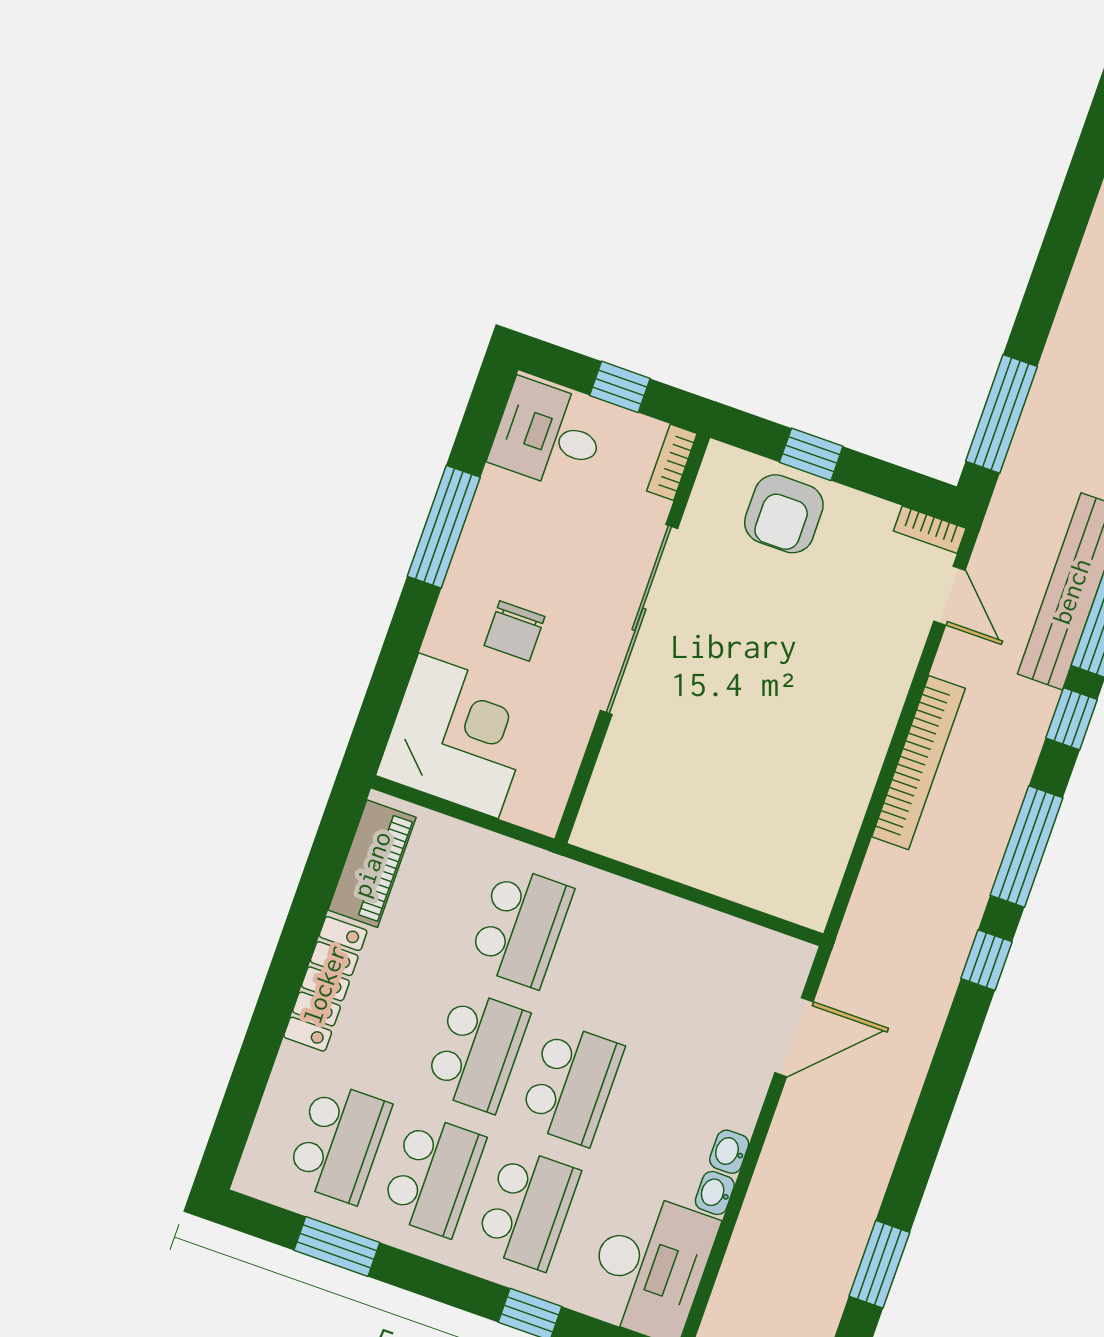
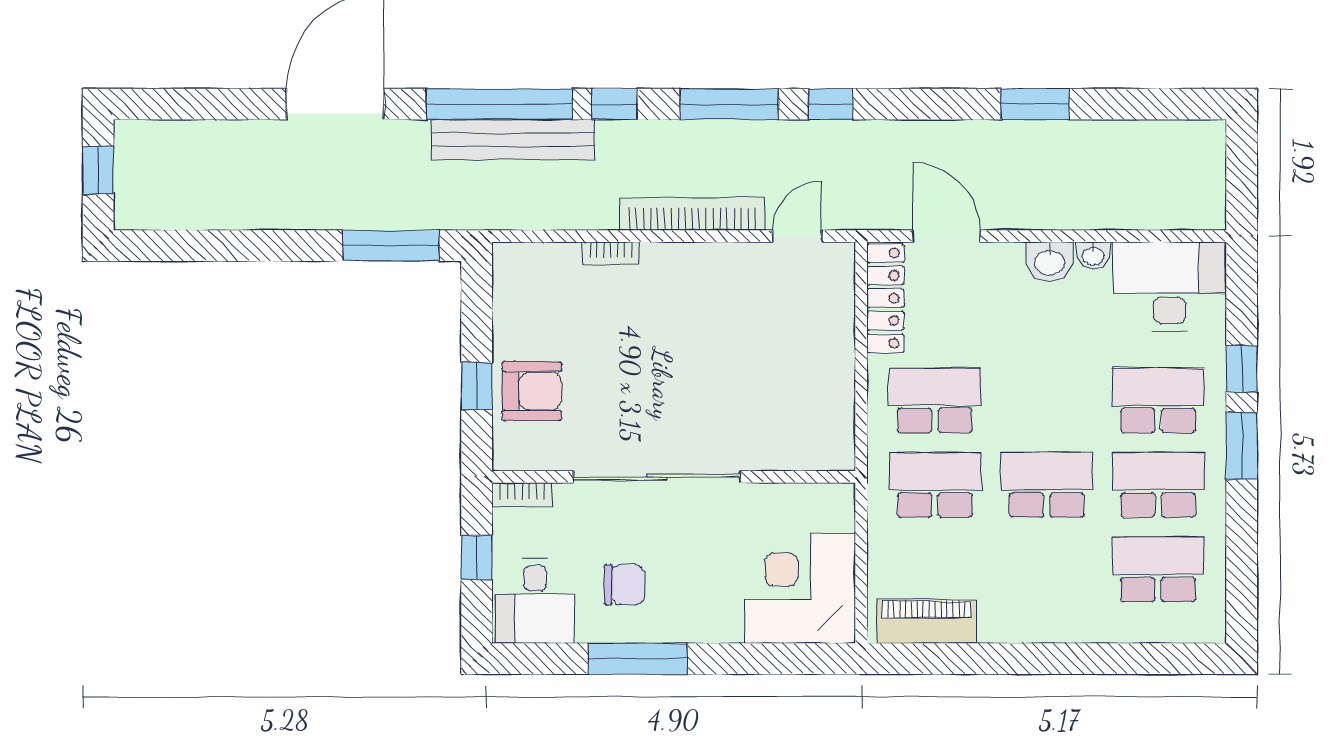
bookcase: (930, 530) -> (611, 253), moved, turned 90
door: (949, 596) -> (797, 236), moved
chair: (515, 631) -> (624, 585), moved
locker: (325, 984) -> (885, 298), moved, turned 90
school desk: (571, 1084) -> (935, 400), moved
washbasin: (729, 1152) -> (1049, 262), width x1.38, depth x1.45
window: (337, 1246) -> (1242, 446), moved
window: (879, 1264) -> (1035, 104), moved

